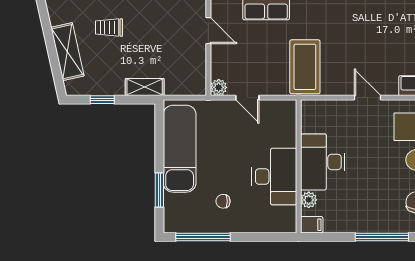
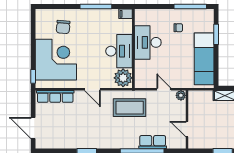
coffee table: (305, 67) -> (130, 108), turned 90
plant: (309, 200) -> (123, 78), moved, width x1.87, depth x1.87
window: (382, 237) -> (96, 6), moved

